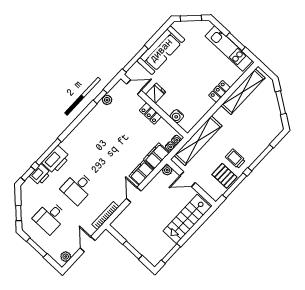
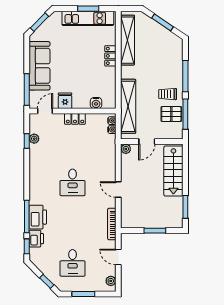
filing cabinet: (157, 156) -> (108, 146), removed
filing cabinet: (141, 173) -> (109, 169), removed
desk: (78, 188) -> (73, 182), moved

